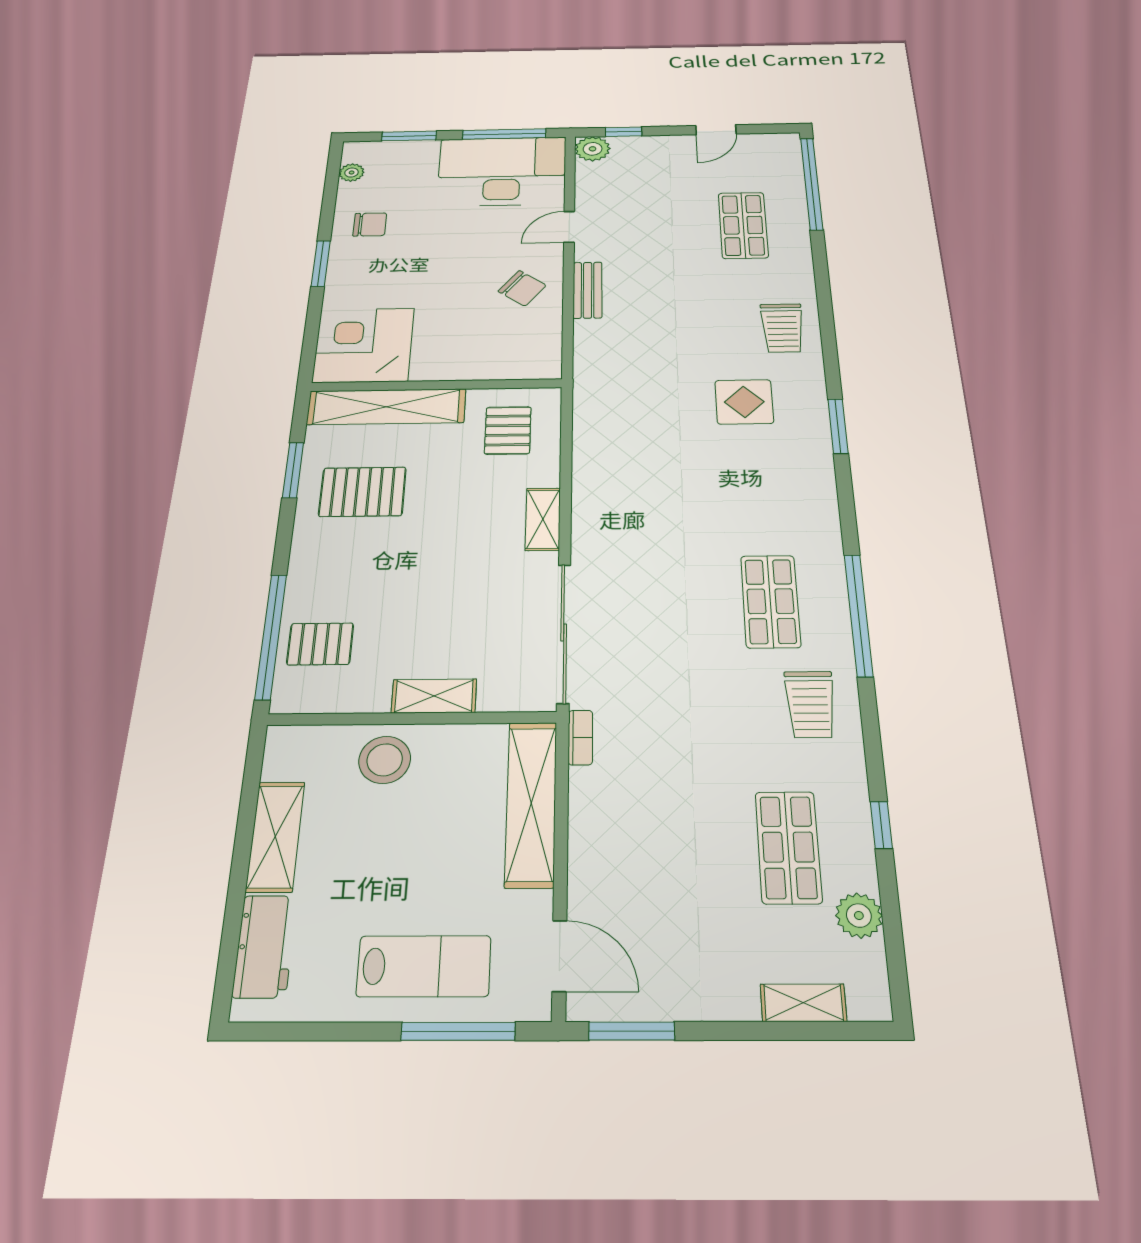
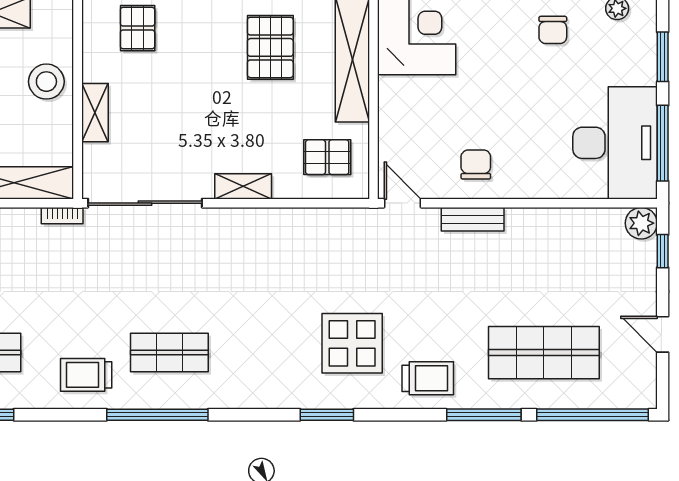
shop shelf: (743, 225) -> (544, 353), width x1.43, depth x1.36
door: (569, 227) -> (403, 203), moved
window: (822, 276) -> (484, 415), added
chair: (522, 288) -> (476, 164), turned 143
trolley: (782, 328) -> (428, 378), turned 180
display table: (744, 402) -> (352, 343), width x1.36, depth x1.36

